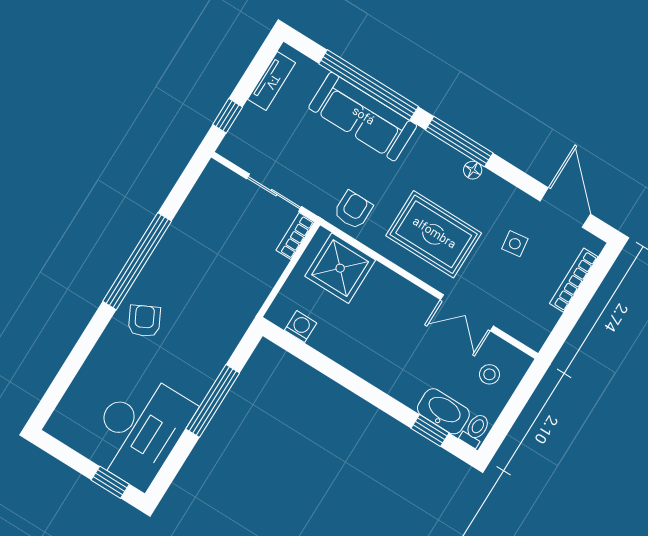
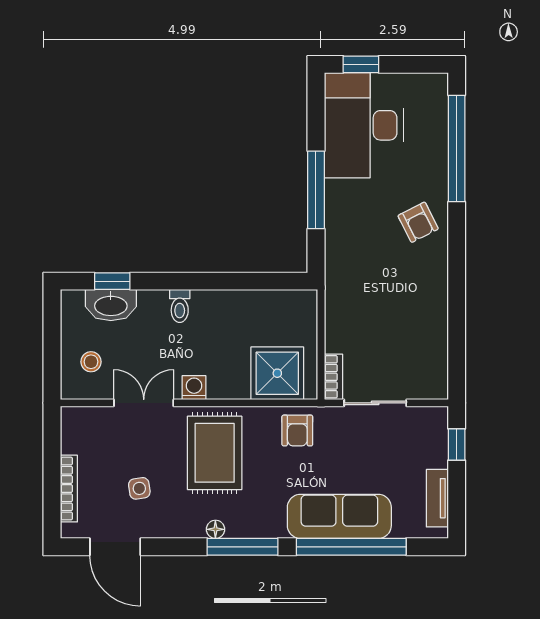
rug: (434, 234) -> (215, 453), turned 90
window: (137, 261) -> (457, 149), moved
washing machine: (301, 327) -> (194, 388), moved, turned 180
toilet: (475, 430) -> (180, 306), moved

